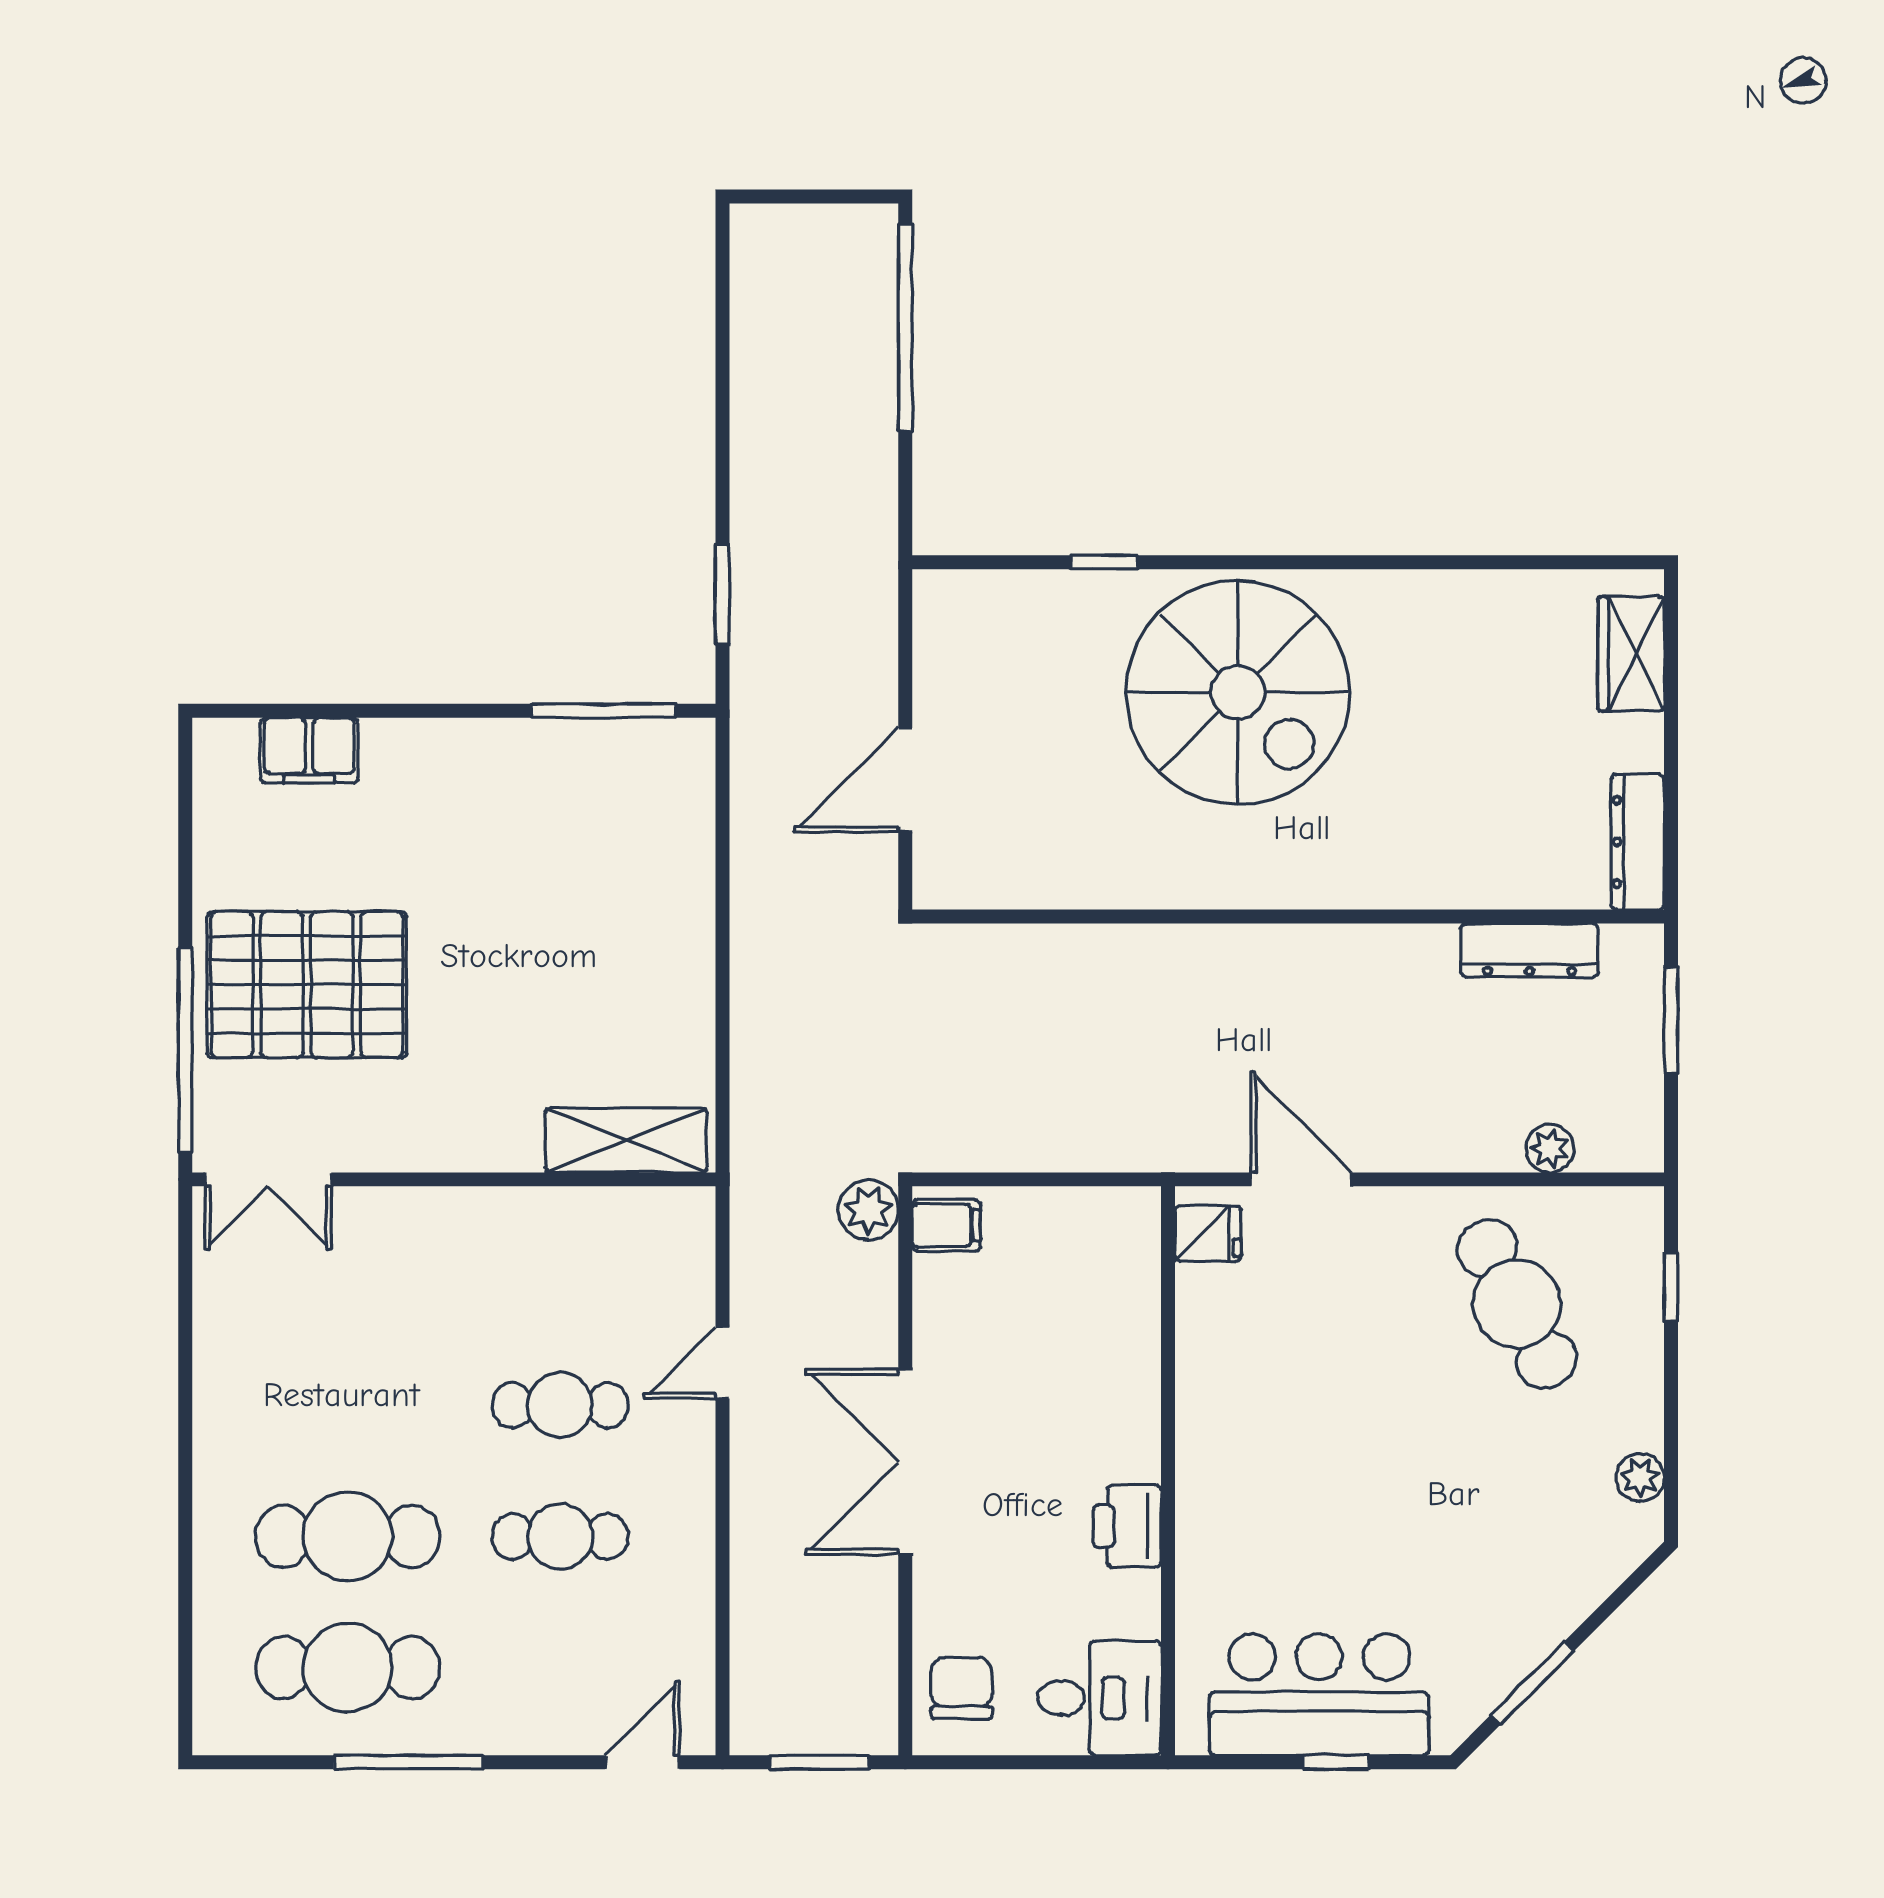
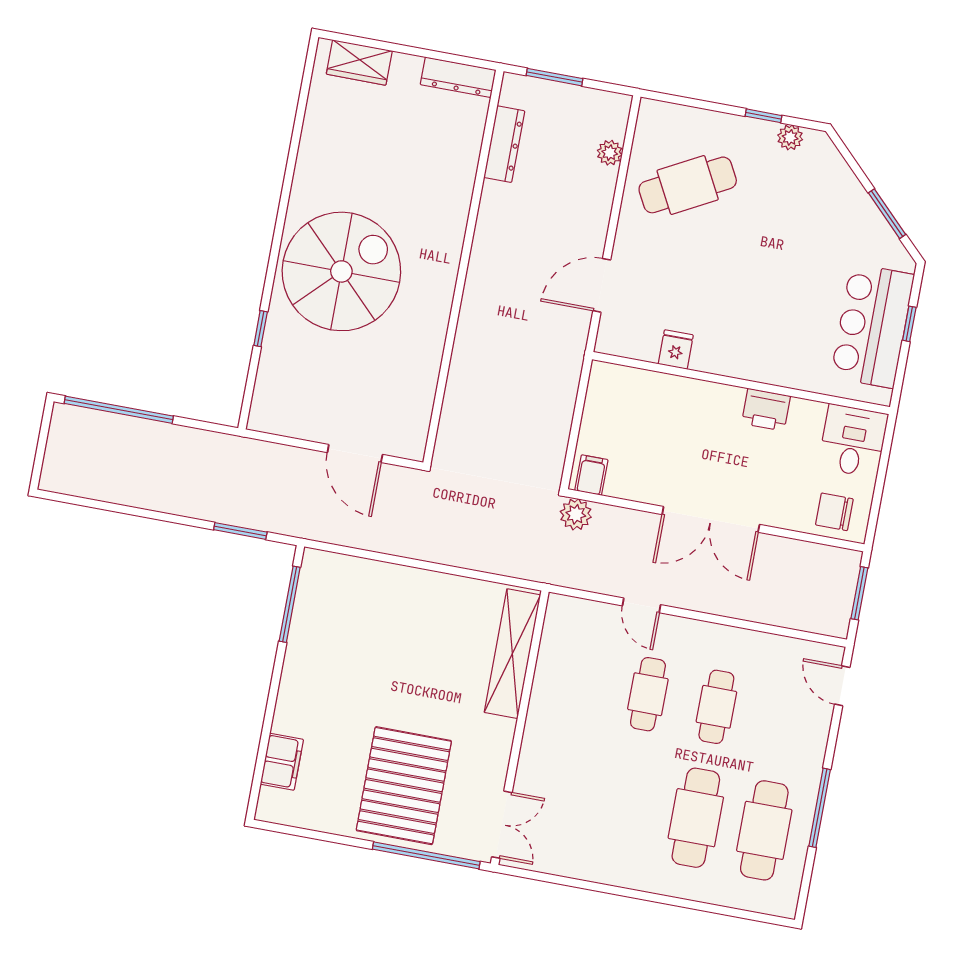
shelving: (626, 1140) -> (512, 654), width x1.47
fridge: (1208, 1234) -> (676, 349), moved
window: (1671, 1287) -> (763, 116), moved

